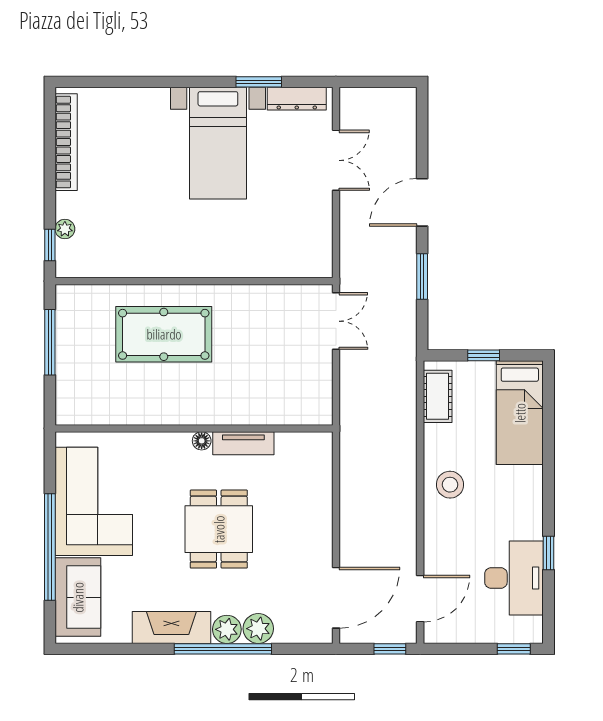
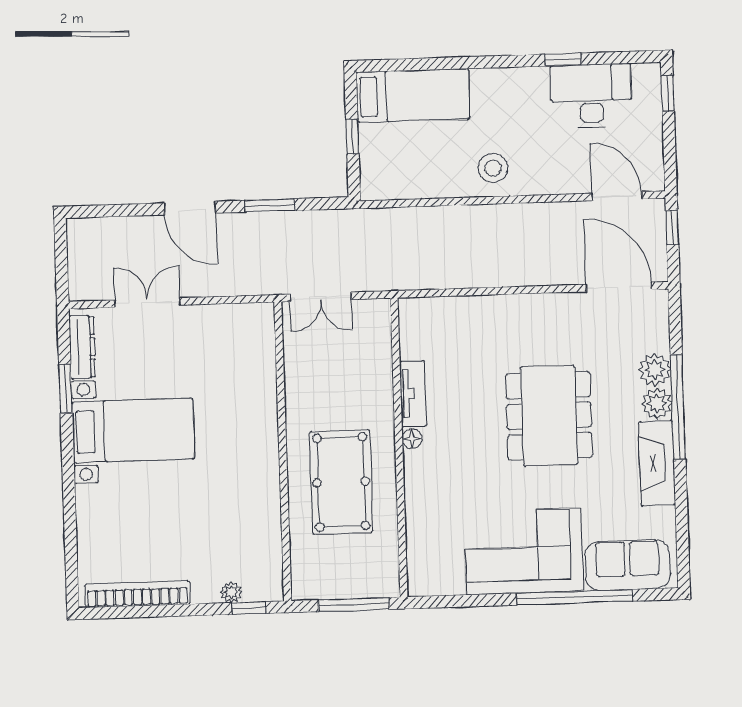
double door: (336, 321) -> (321, 297), swing flipped
cot: (438, 396) -> (398, 185), removed
wall: (194, 428) -> (399, 448), moved
floor lamp: (202, 441) -> (412, 439), moved
tv unit: (243, 443) -> (413, 394), moved
dining table: (219, 529) -> (549, 416), width x1.38

